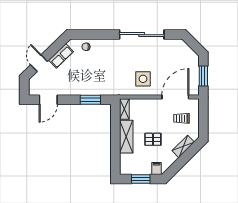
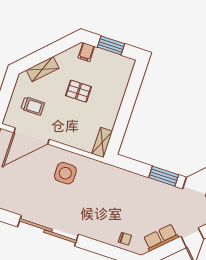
window: (90, 100) -> (164, 176), moved
shelving: (126, 137) -> (111, 106), removed

